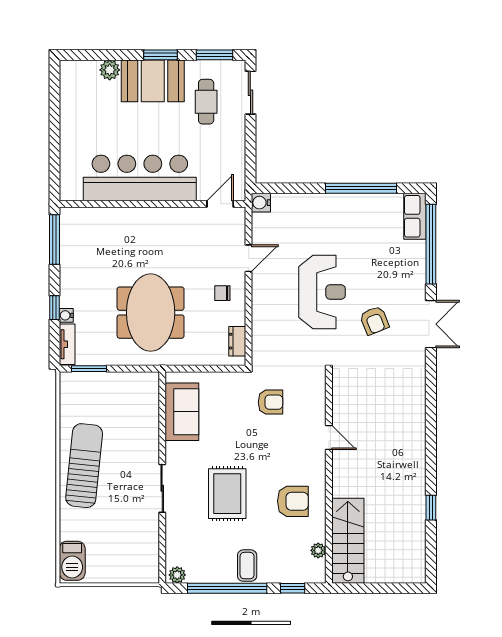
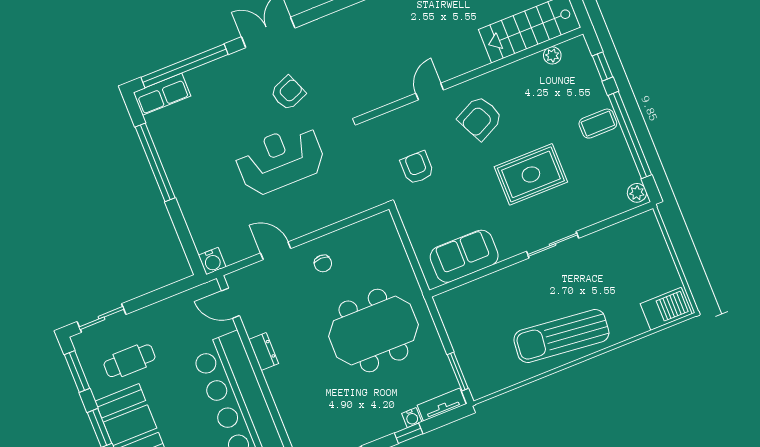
dresser: (237, 341) -> (264, 352), moved, turned -90
armchair: (293, 501) -> (480, 118), moved, turned -116

